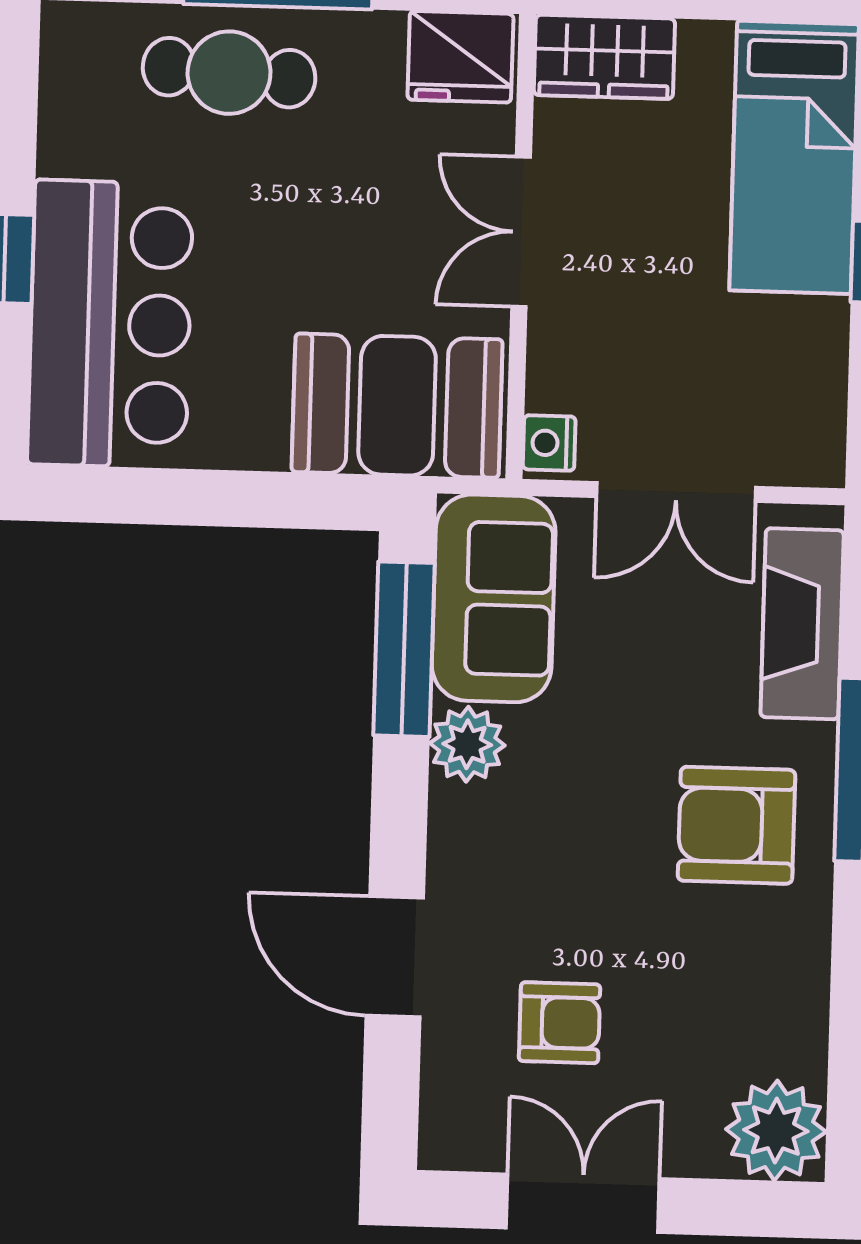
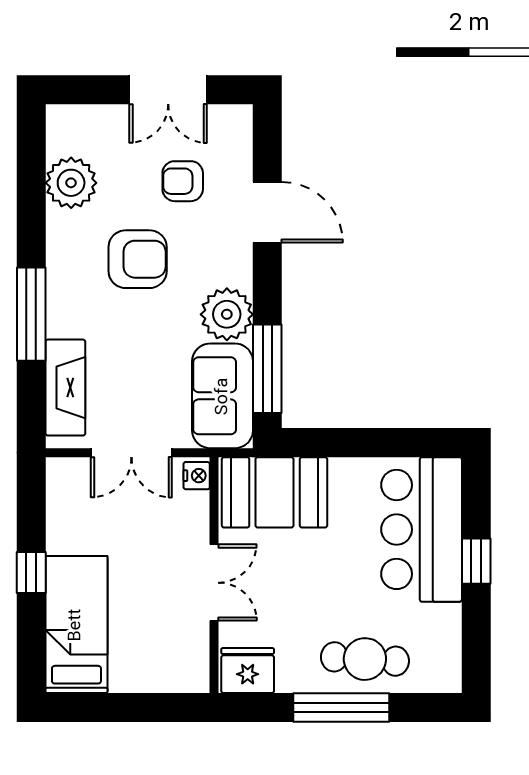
wardrobe: (604, 57) -> (174, 673), removed
double door: (676, 492) -> (131, 453), swing flipped
plant: (467, 744) -> (227, 314), width x1.36, depth x1.36
armchair: (736, 825) -> (138, 259), moved
plant: (776, 1131) -> (71, 183), moved

